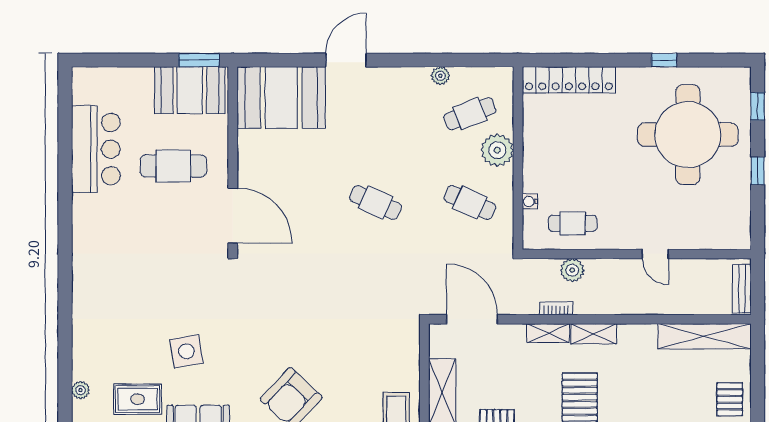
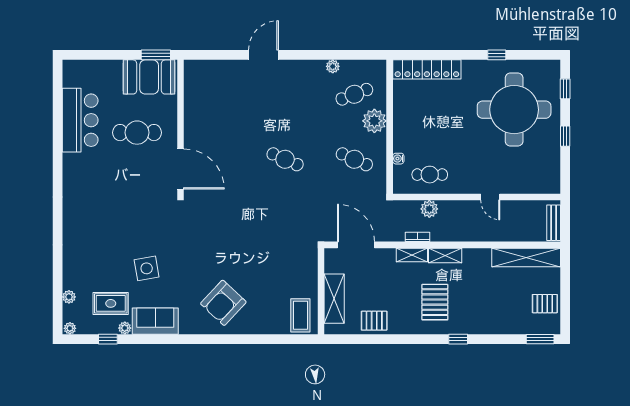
booth: (281, 98) -> (216, 82), removed
pallet: (730, 399) -> (545, 304), turned 90

